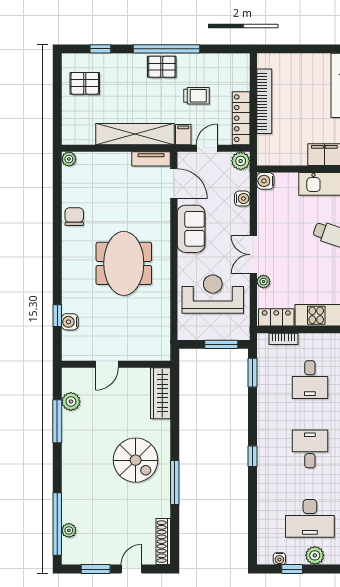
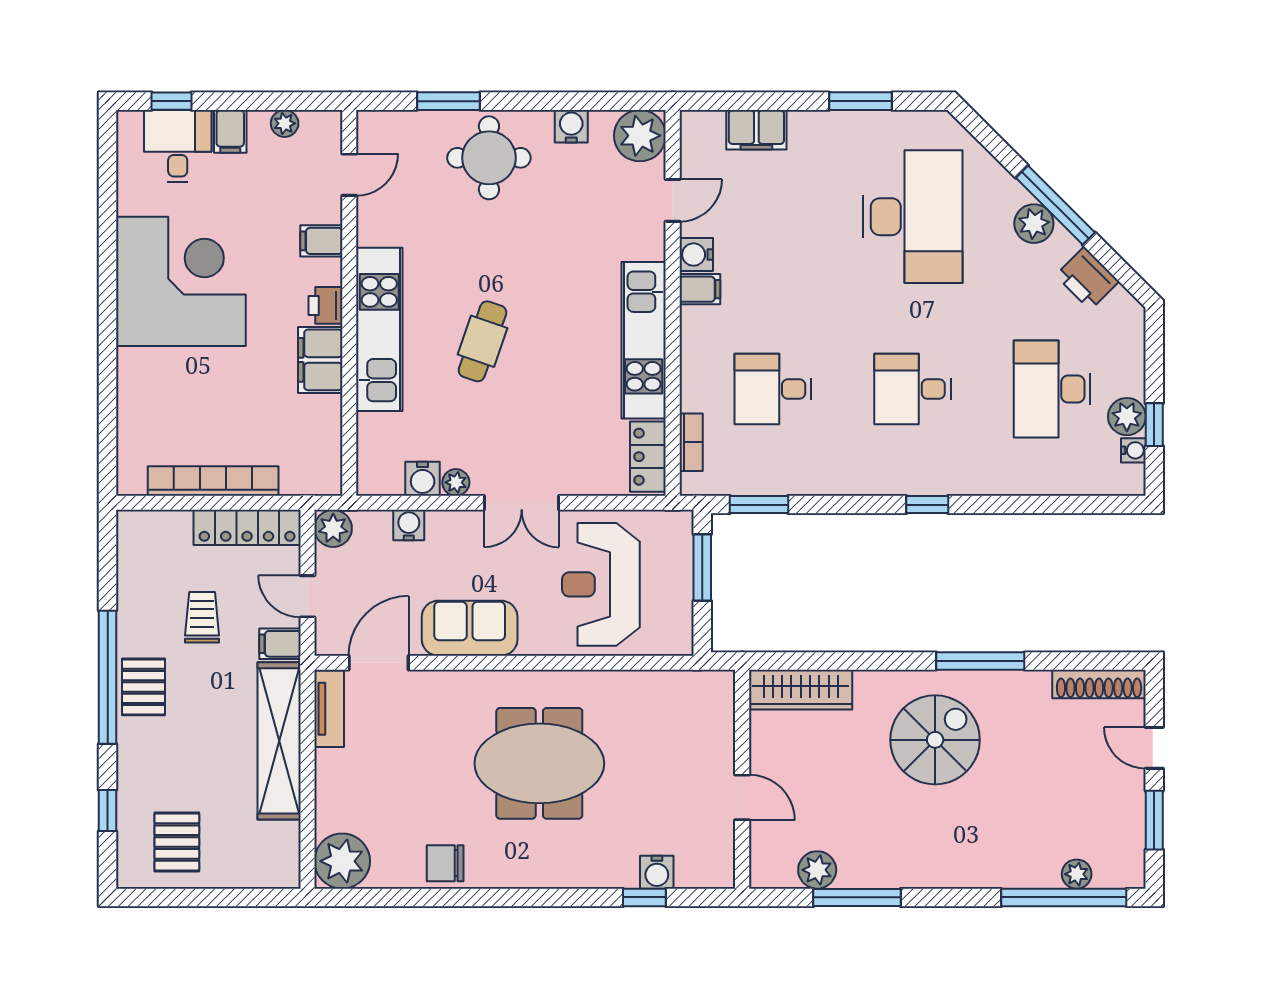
plant: (69, 159) -> (342, 861), width x1.88, depth x1.88
water cooler: (265, 181) -> (423, 479), moved
plant: (263, 282) -> (456, 482), moved
desk: (310, 380) -> (773, 389), turned 180
desk: (310, 518) -> (1052, 389), turned 180
plant: (315, 555) -> (1127, 417), moved

